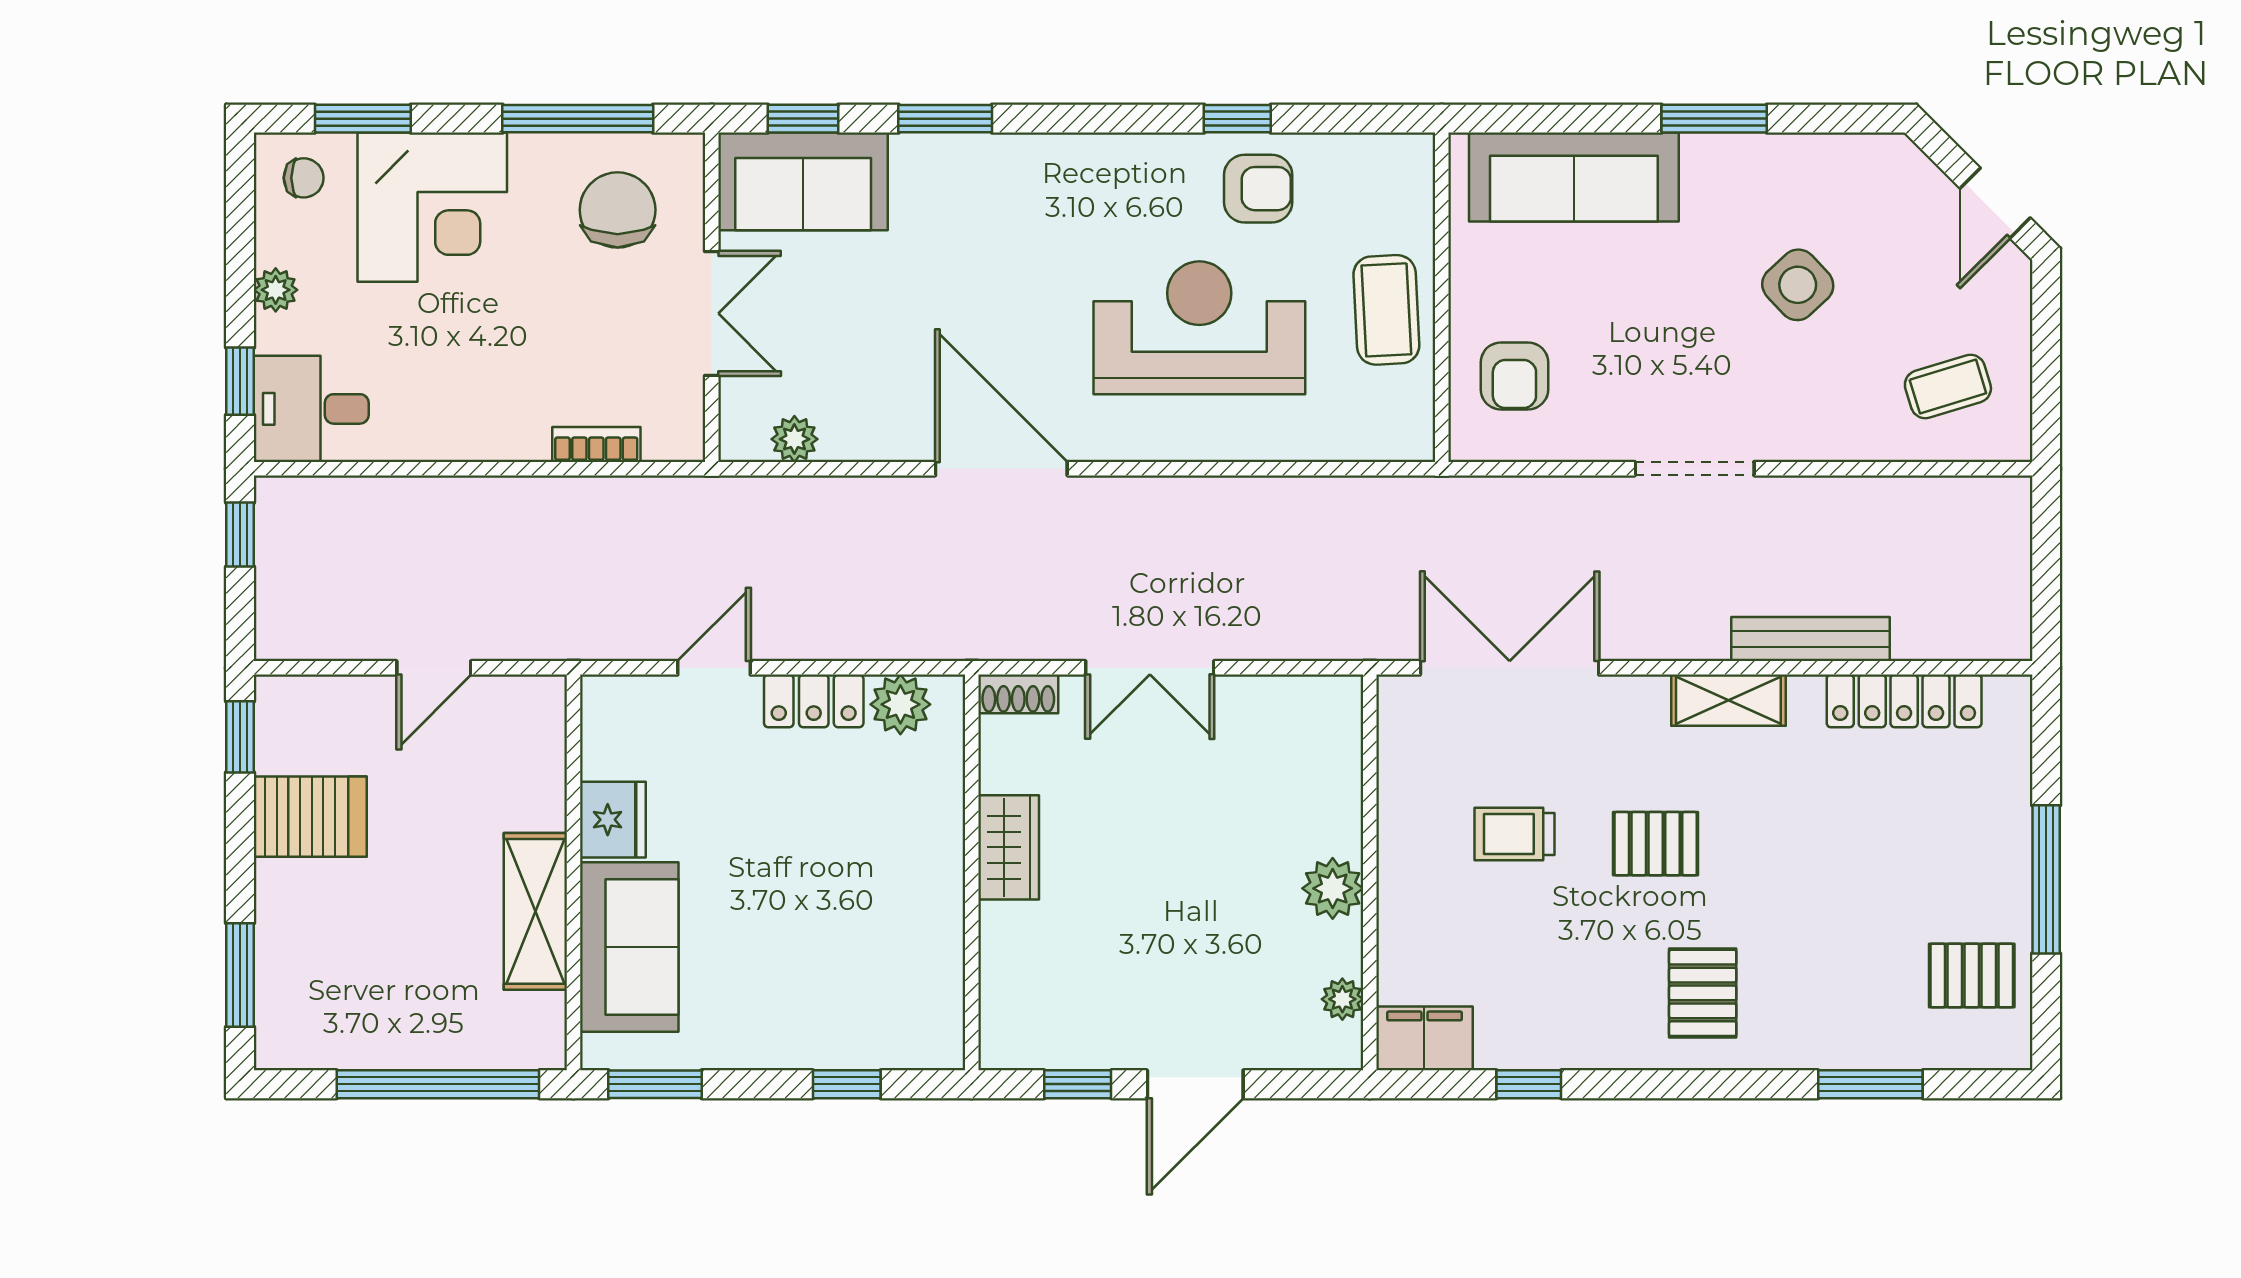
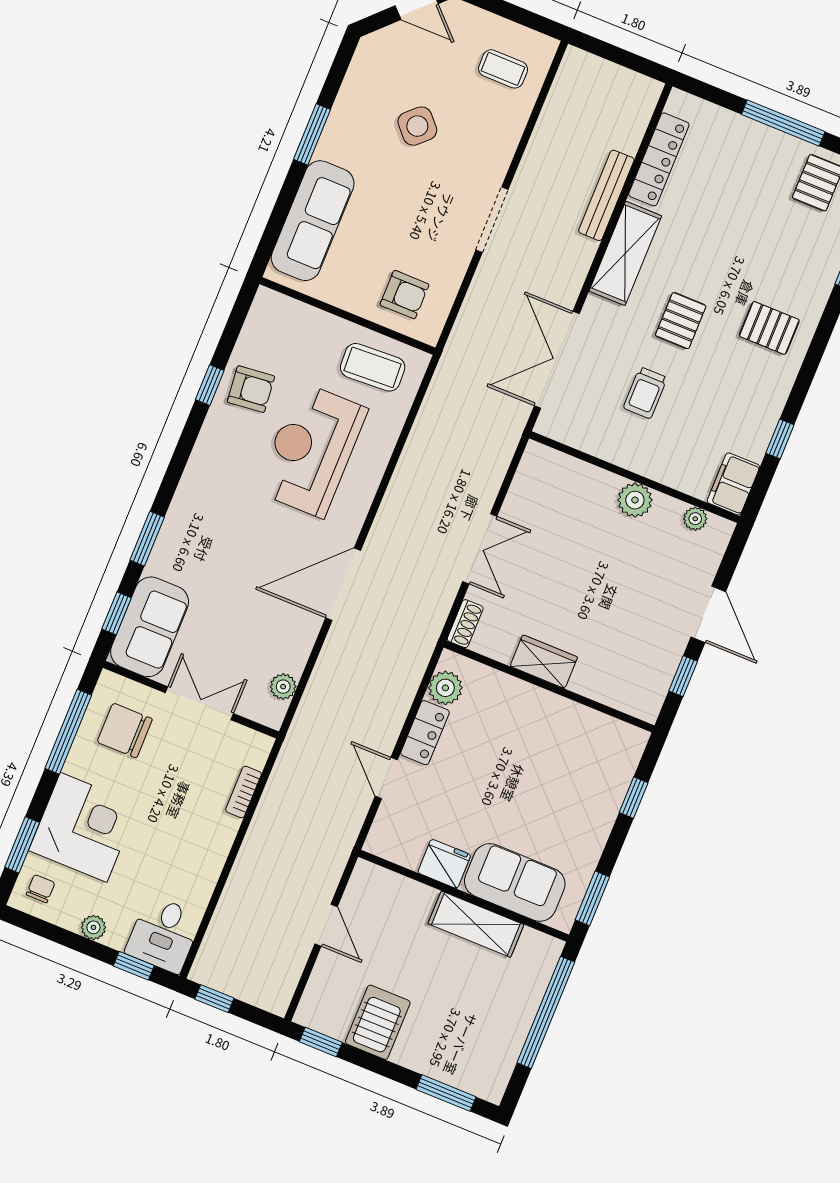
armchair: (1258, 189) -> (251, 389), turned 84
coffee table: (1386, 310) -> (373, 367), moved
coffee table: (1948, 387) -> (503, 69), turned -73
shelving: (1728, 700) -> (625, 253), width x1.50, depth x1.33

